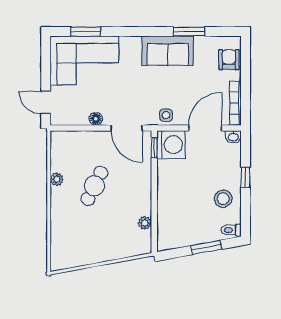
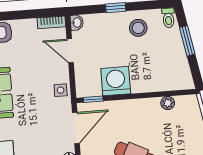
bookcase: (235, 103) -> (51, 22), width x0.64
door: (205, 128) -> (70, 51), width x0.73
washing machine: (171, 145) -> (116, 81), moved

